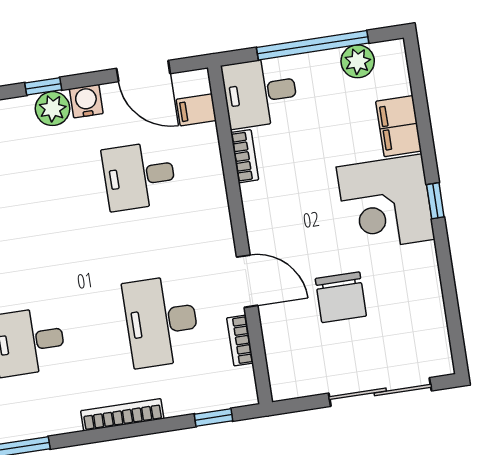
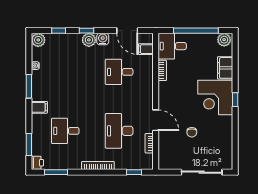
plant: (358, 61) -> (224, 40), moved
chair: (341, 297) -> (192, 132), width x0.54, depth x0.54

